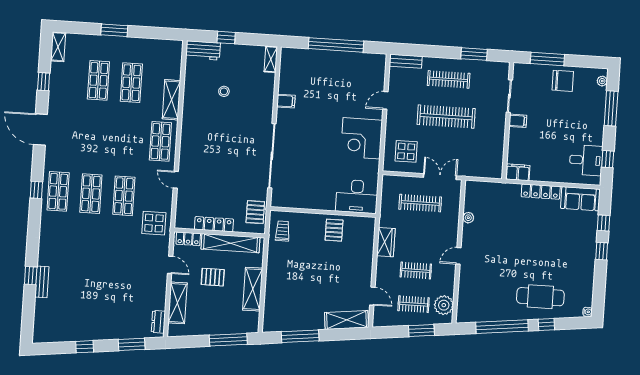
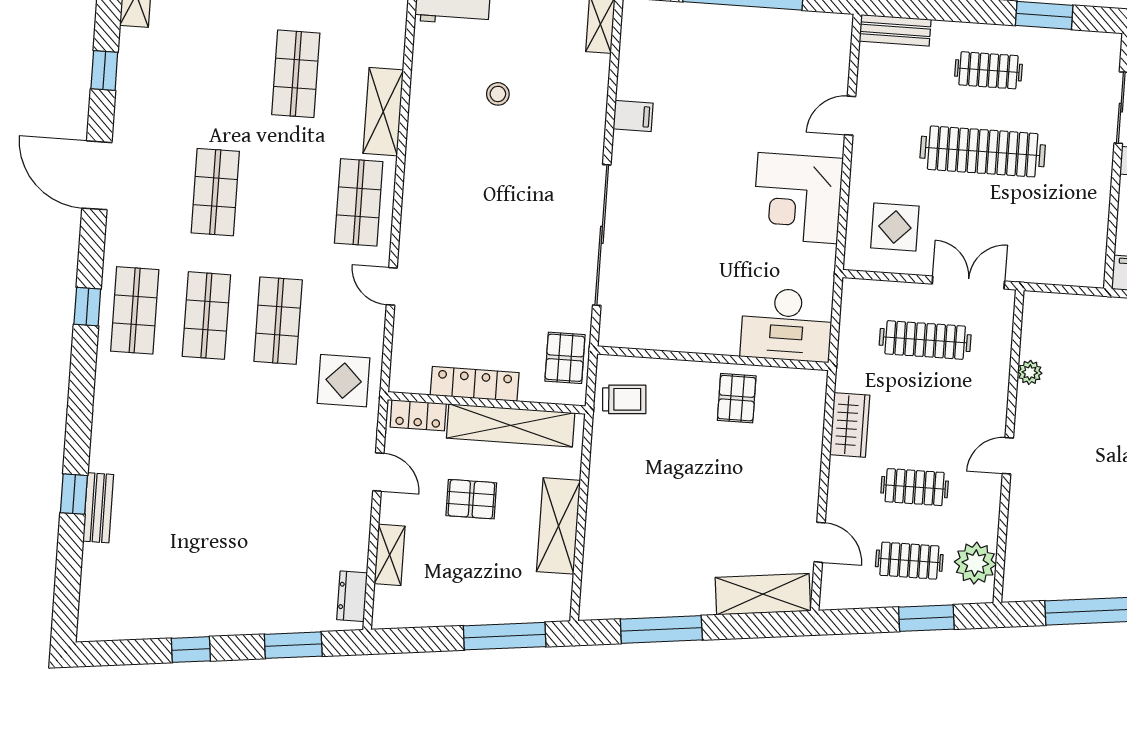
clothes rail: (449, 79) -> (988, 70), width x0.73
shop shelf: (98, 80) -> (215, 192), moved
trolley: (283, 231) -> (624, 399), turned 86
shelving: (177, 303) -> (390, 555), width x0.67, depth x0.75

